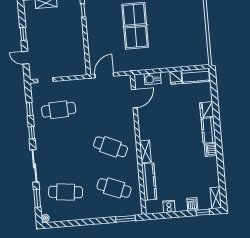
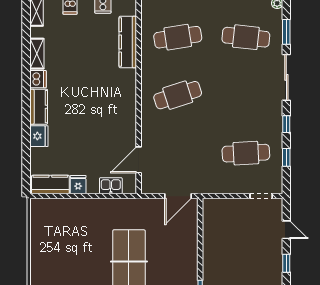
cafe table: (111, 147) -> (178, 95), turned -42
shelving: (145, 151) -> (37, 54), moved
cafe table: (114, 188) -> (178, 37), turned -30

